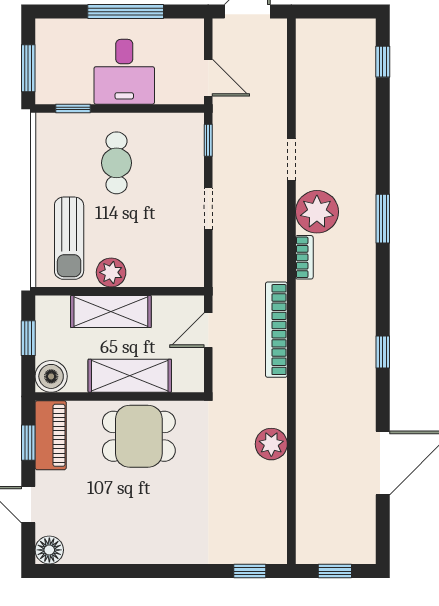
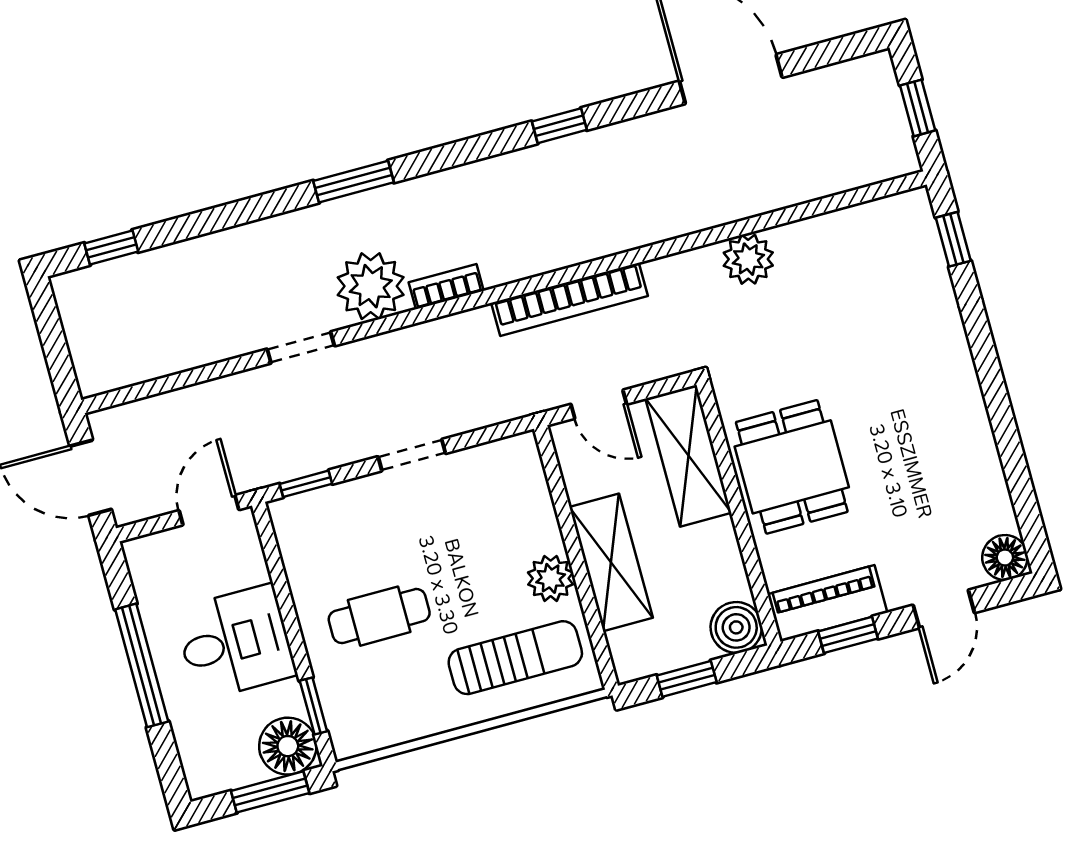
floor lamp: (53, 86) -> (288, 746), added
shelving: (130, 376) -> (688, 456), moved

